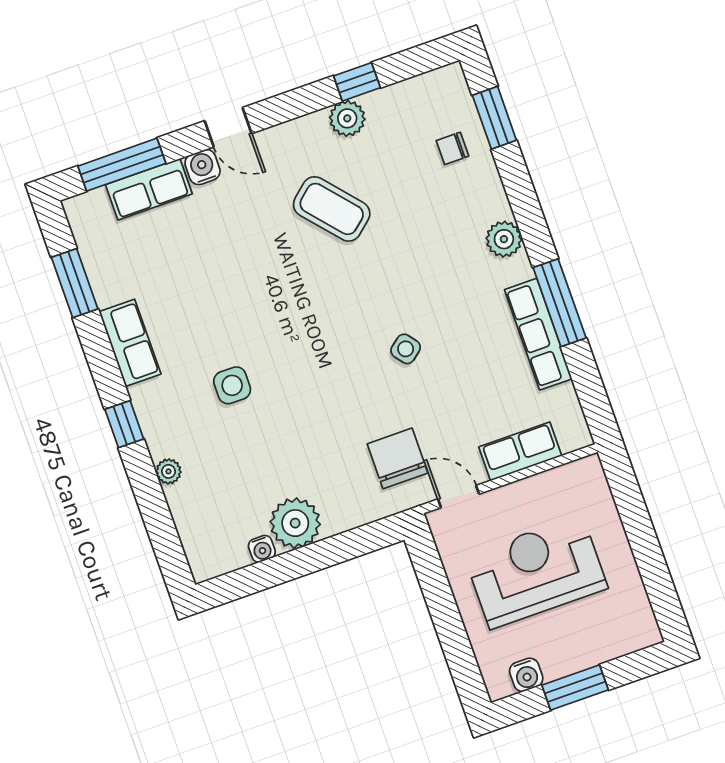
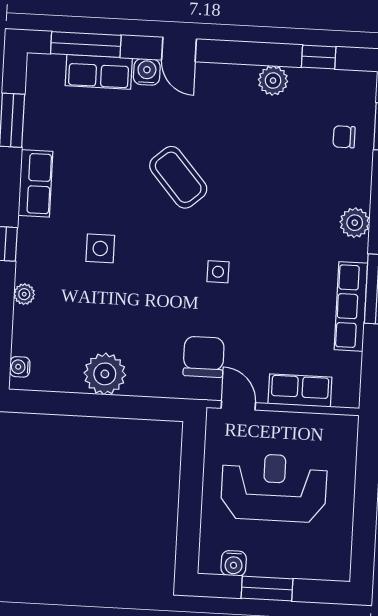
window: (357, 82) -> (319, 57), moved
coffee table: (332, 209) -> (178, 177), moved
side table: (406, 349) -> (218, 272), moved, turned 38
water cooler: (262, 549) -> (20, 367), moved, turned 90

